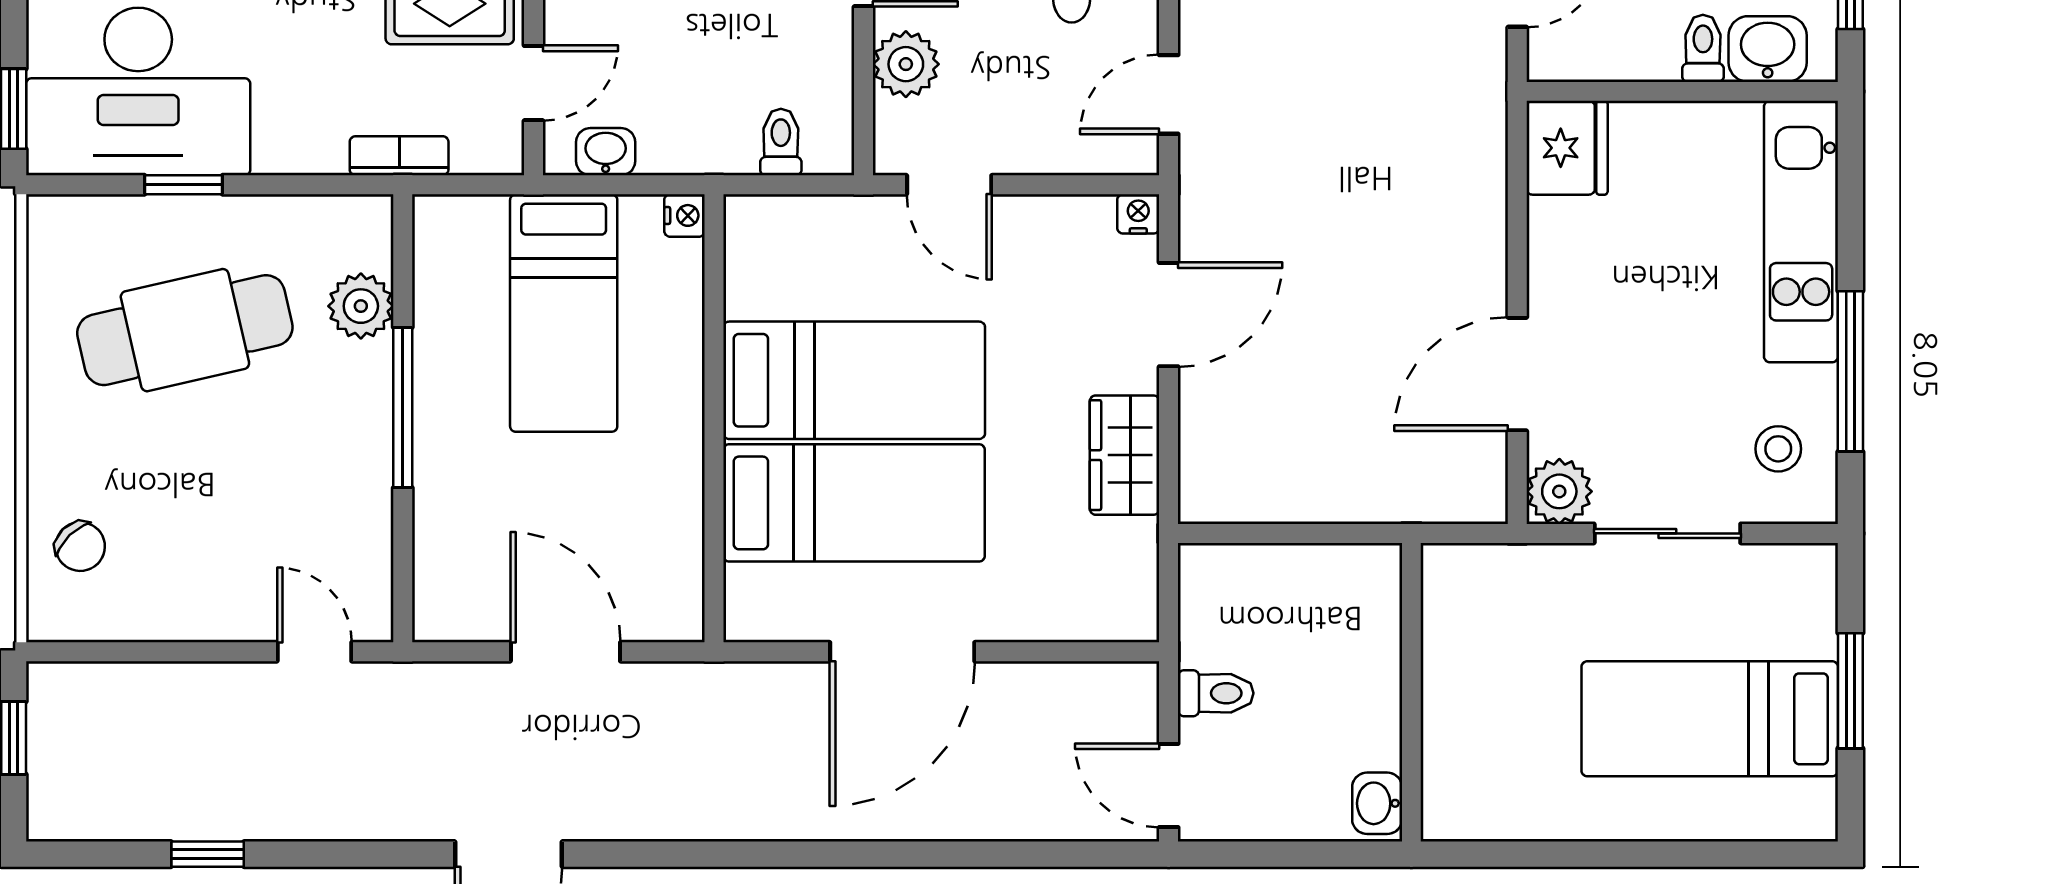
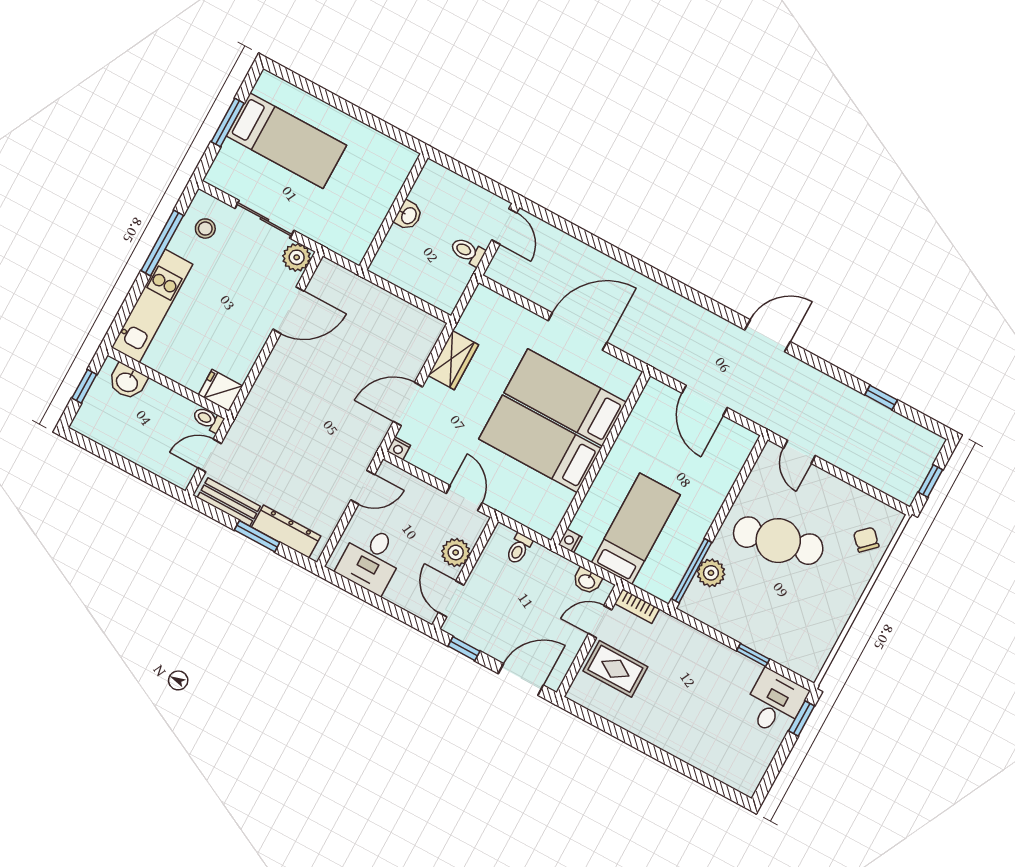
toilet: (1703, 48) -> (208, 419), moved, turned 90
desk: (138, 92) -> (775, 703), width x0.53, depth x0.77
fridge: (1567, 148) -> (221, 390), width x0.72
bookcase: (399, 156) -> (637, 606), moved
cafe table: (185, 330) -> (778, 541), moved
window: (403, 408) -> (692, 571), moved
washbasin: (1377, 803) -> (408, 215), moved

